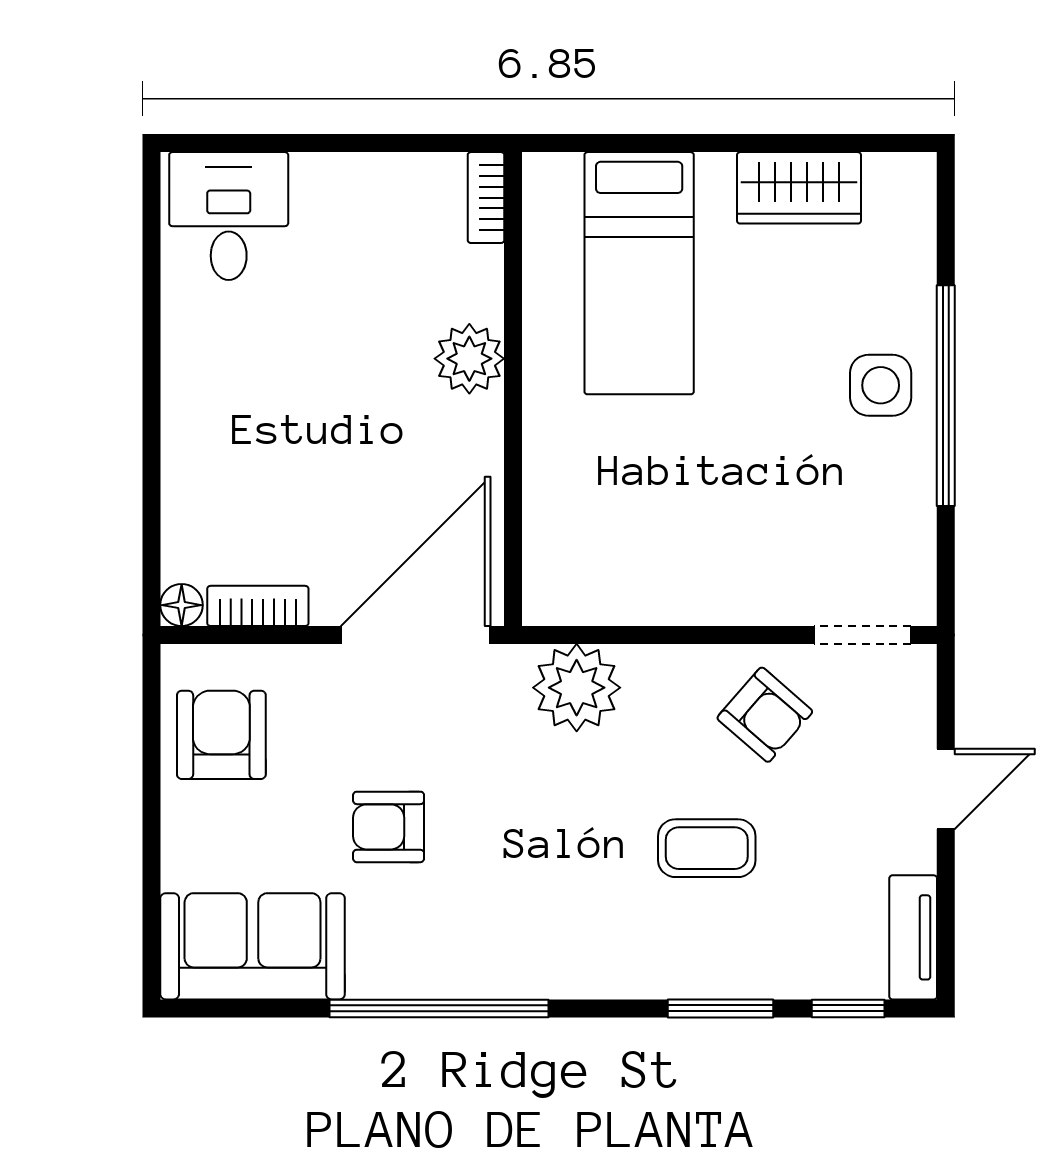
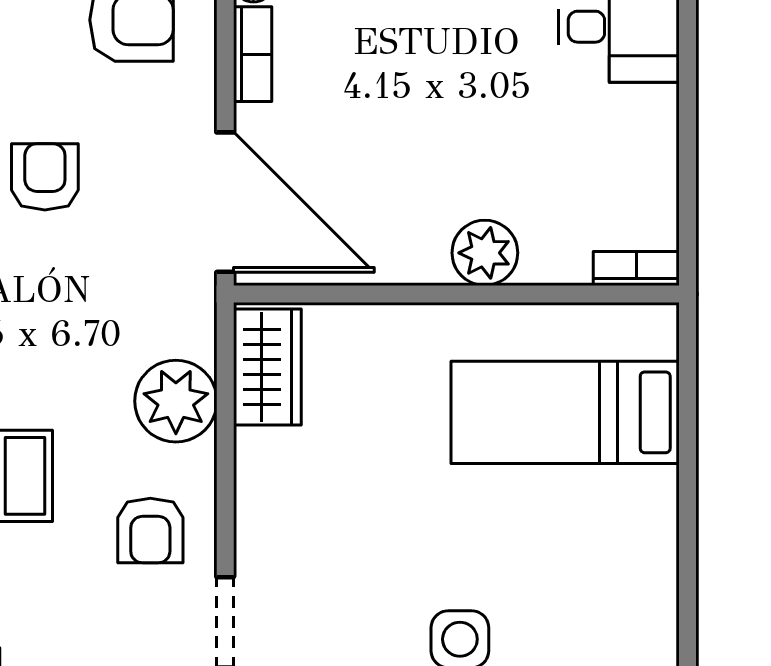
wardrobe: (799, 188) -> (267, 367), moved, turned 180
plant: (577, 688) -> (176, 401), moved
armchair: (765, 715) -> (150, 530), turned -41

